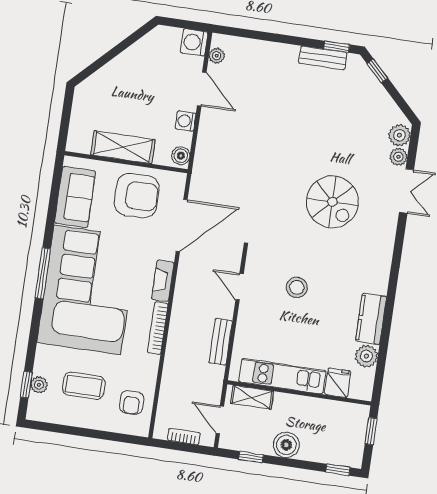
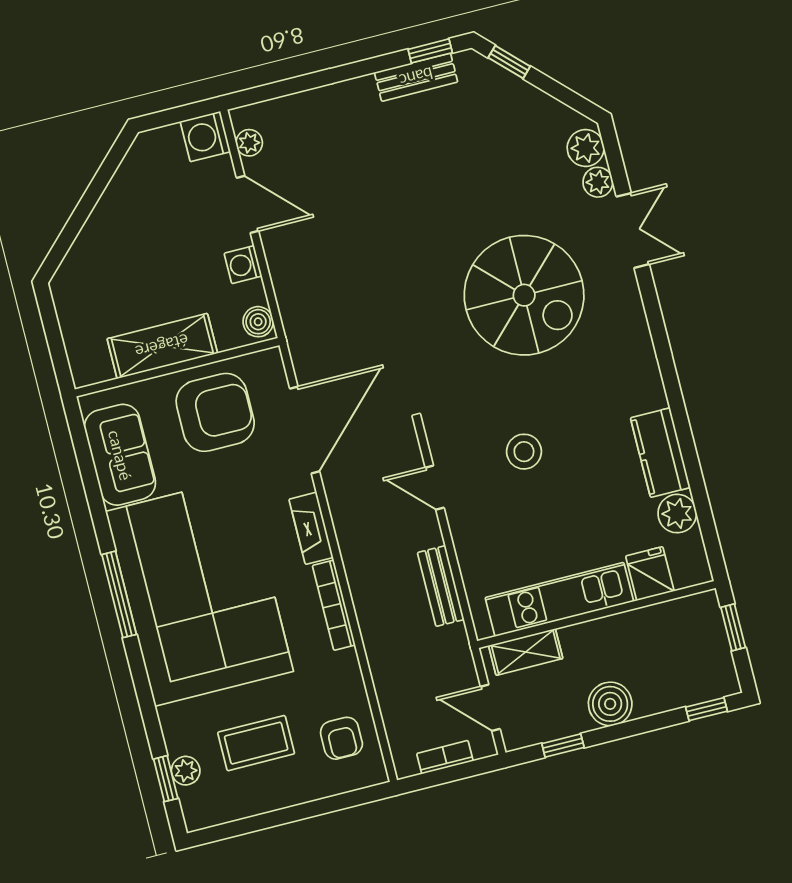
spiral stairs: (332, 202) -> (524, 295), width x1.37, depth x1.37

